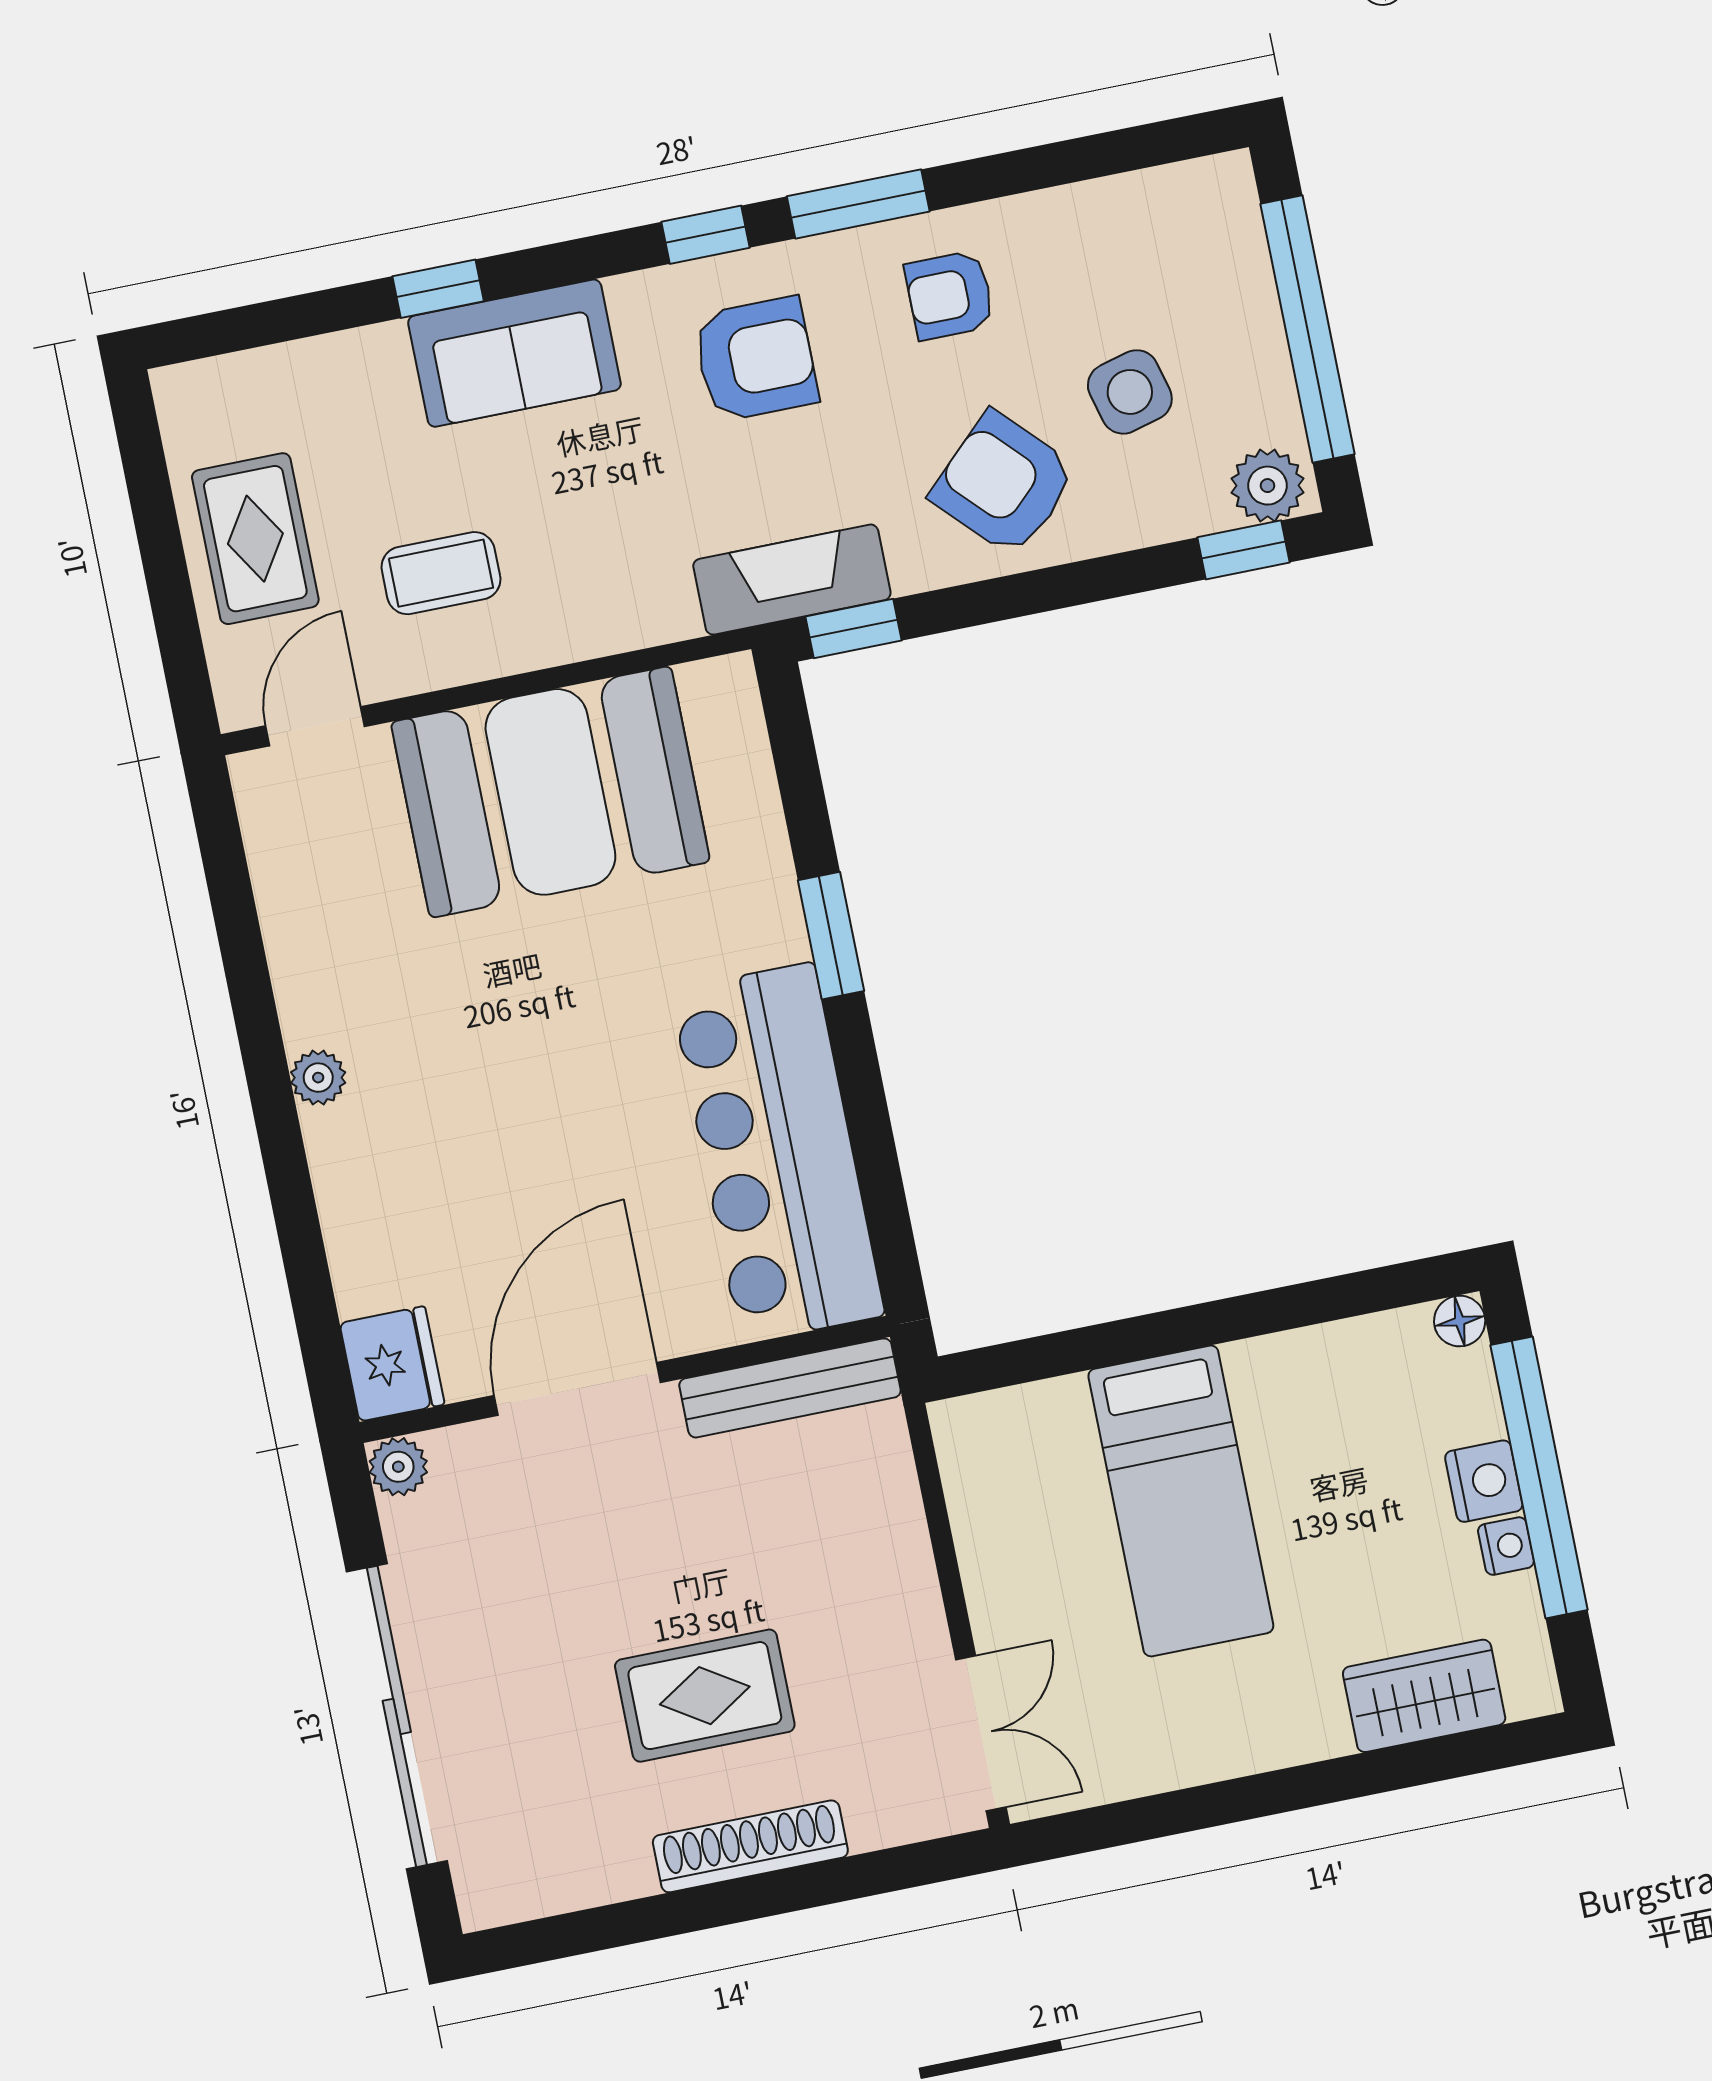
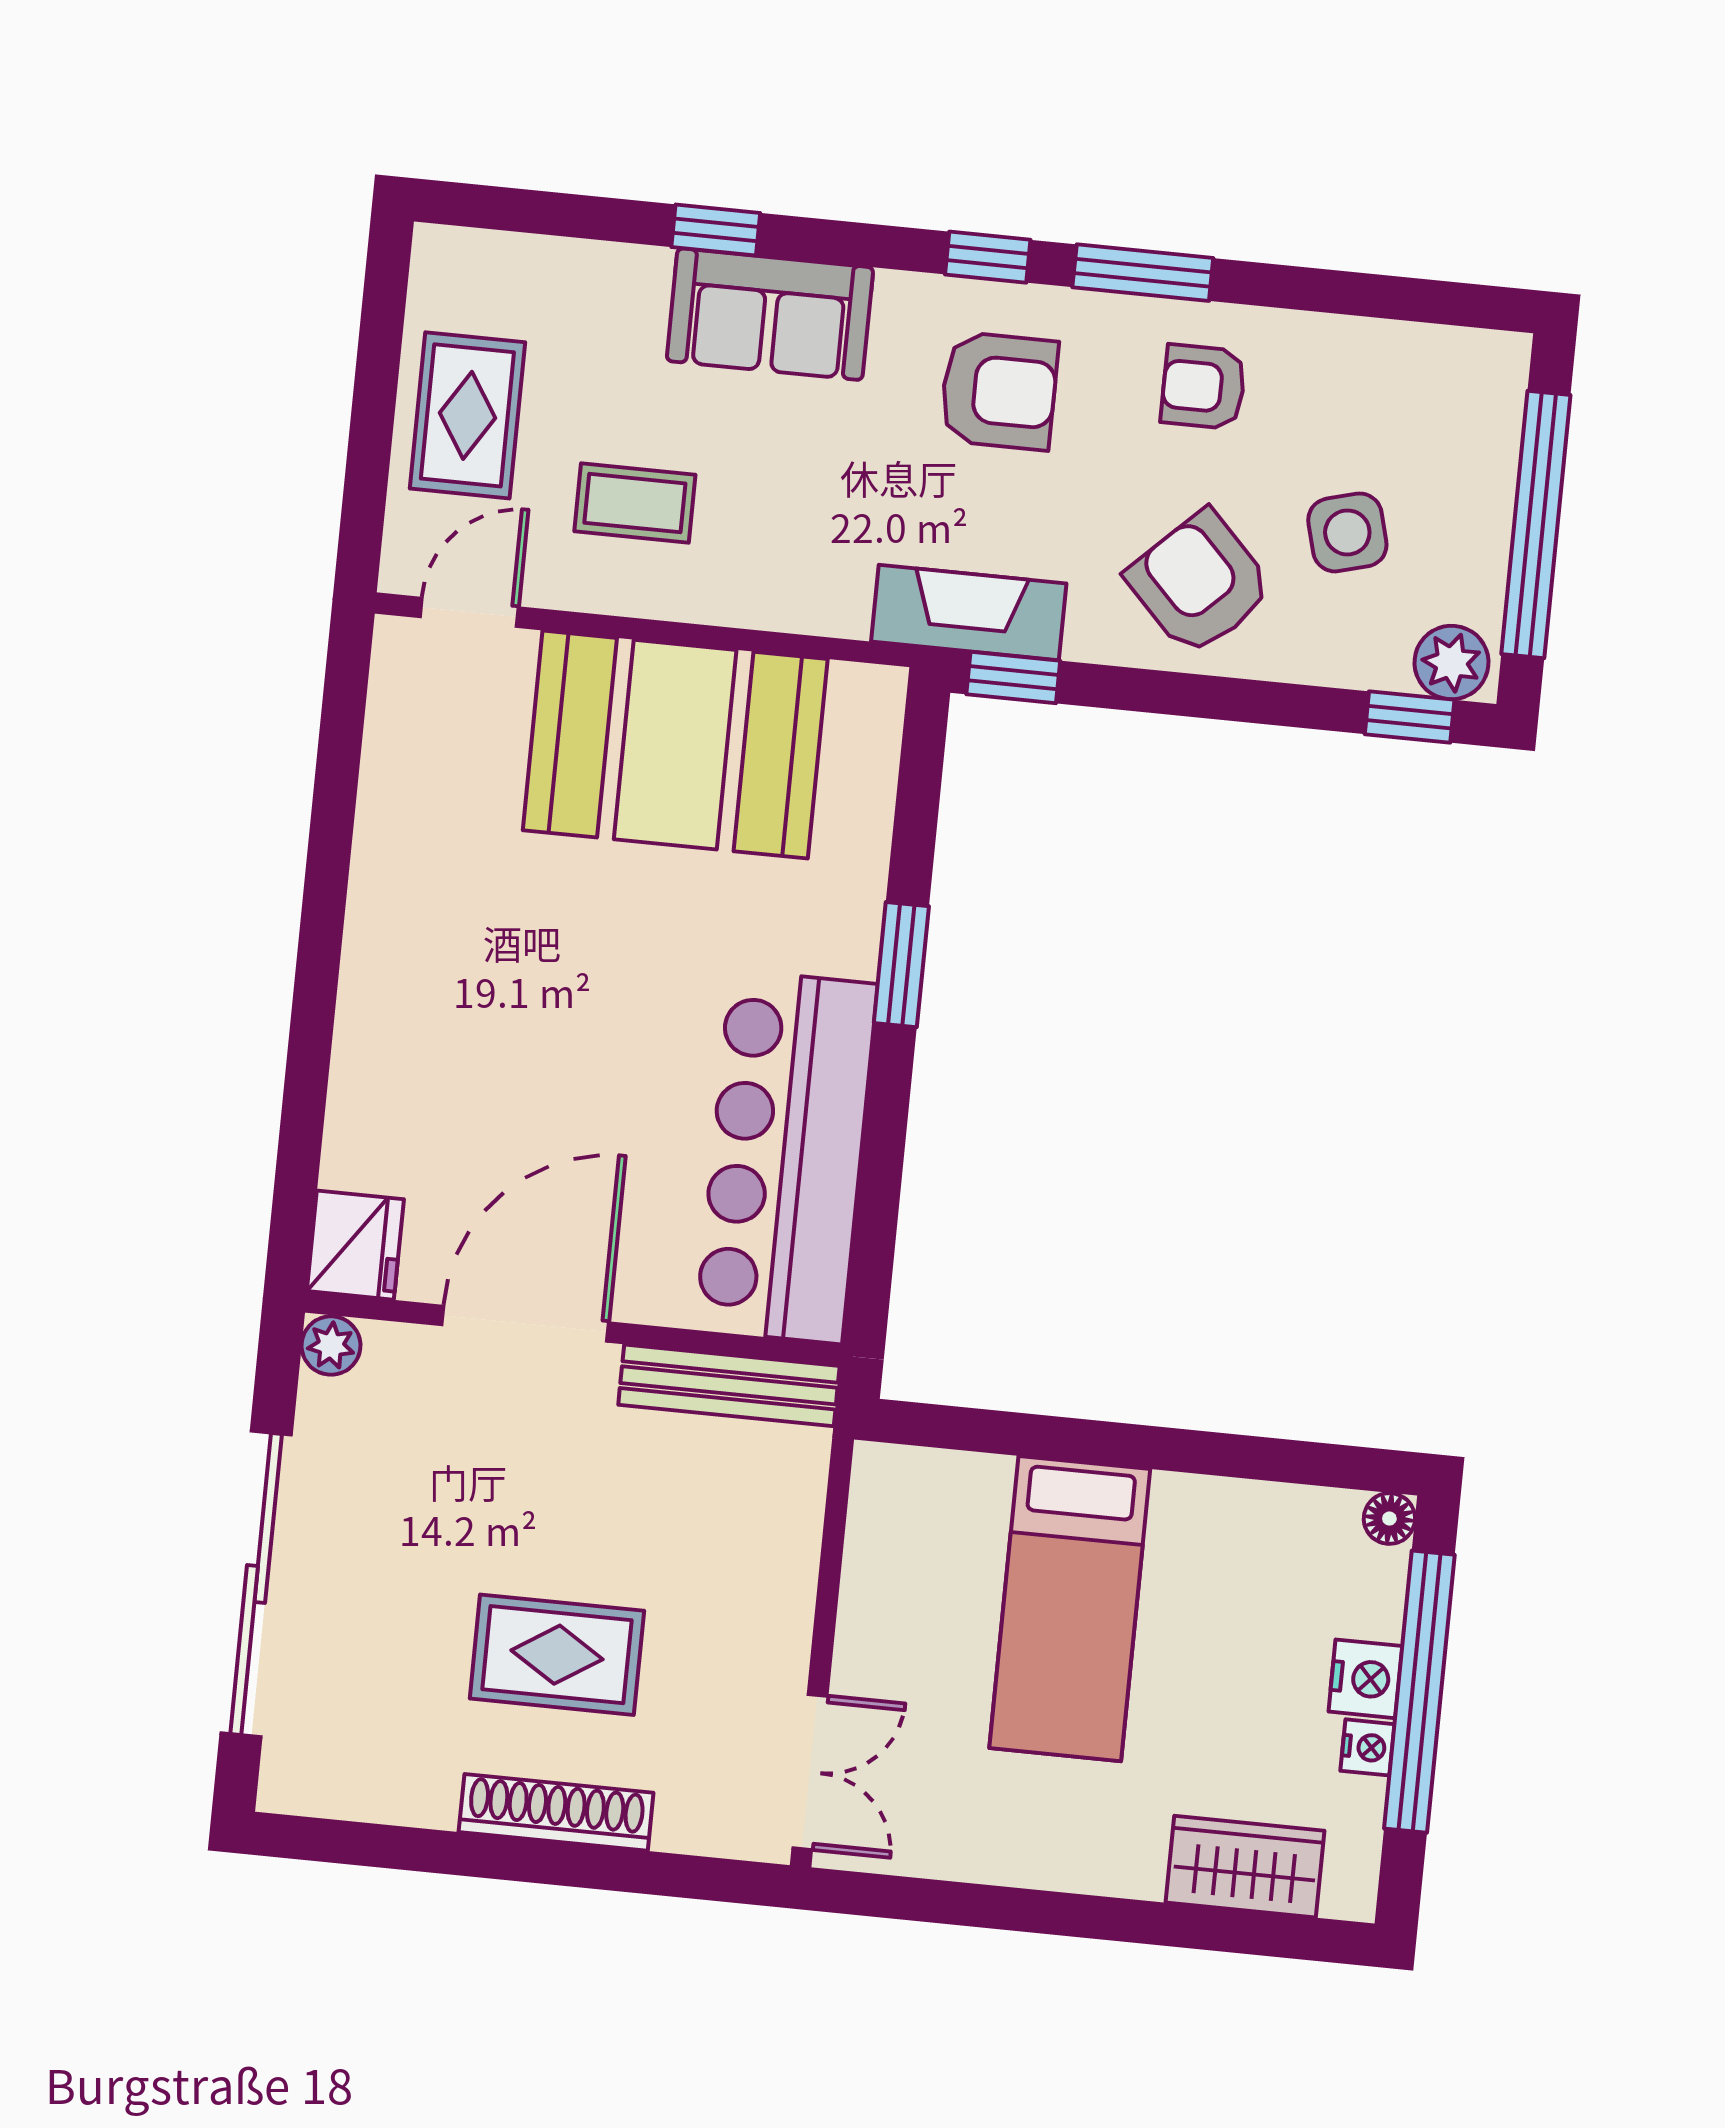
plant: (318, 1078) -> (369, 950), removed

